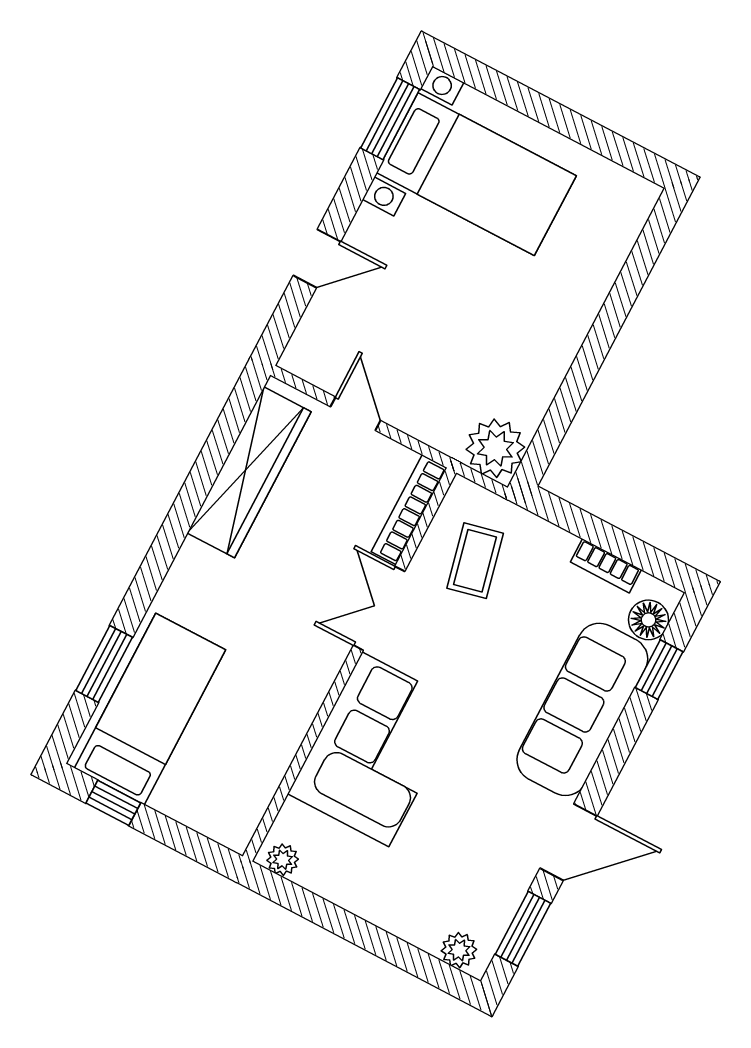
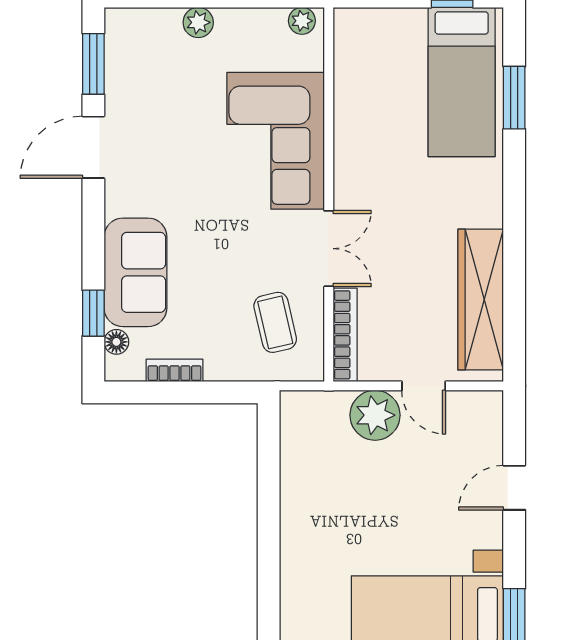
plant: (495, 448) -> (375, 415), moved
floor lamp: (649, 620) -> (116, 342), width x0.73, depth x0.73
sofa: (582, 709) -> (135, 272), width x0.73
plant: (459, 950) -> (198, 22), moved

